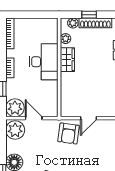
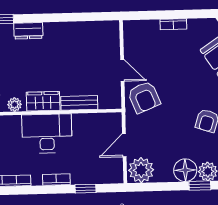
bench: (66, 86) -> (79, 103), added
plant: (15, 108) -> (111, 171), removed
armchair: (69, 134) -> (144, 97), turned 60

